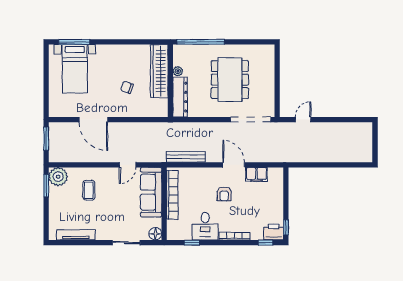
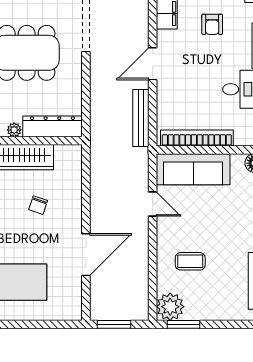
door: (234, 165) -> (153, 64), moved
armchair: (224, 194) -> (212, 24), moved, turned 90

